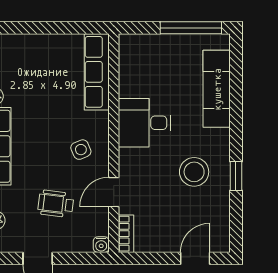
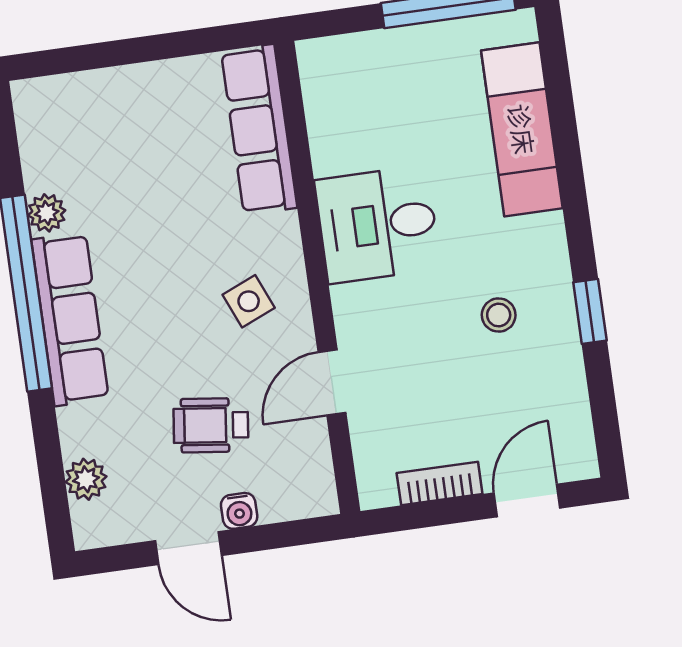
stool: (194, 172) -> (499, 315), width x0.53, depth x0.53
bookcase: (126, 234) -> (440, 483), moved, turned -90
water cooler: (101, 245) -> (239, 511), moved

